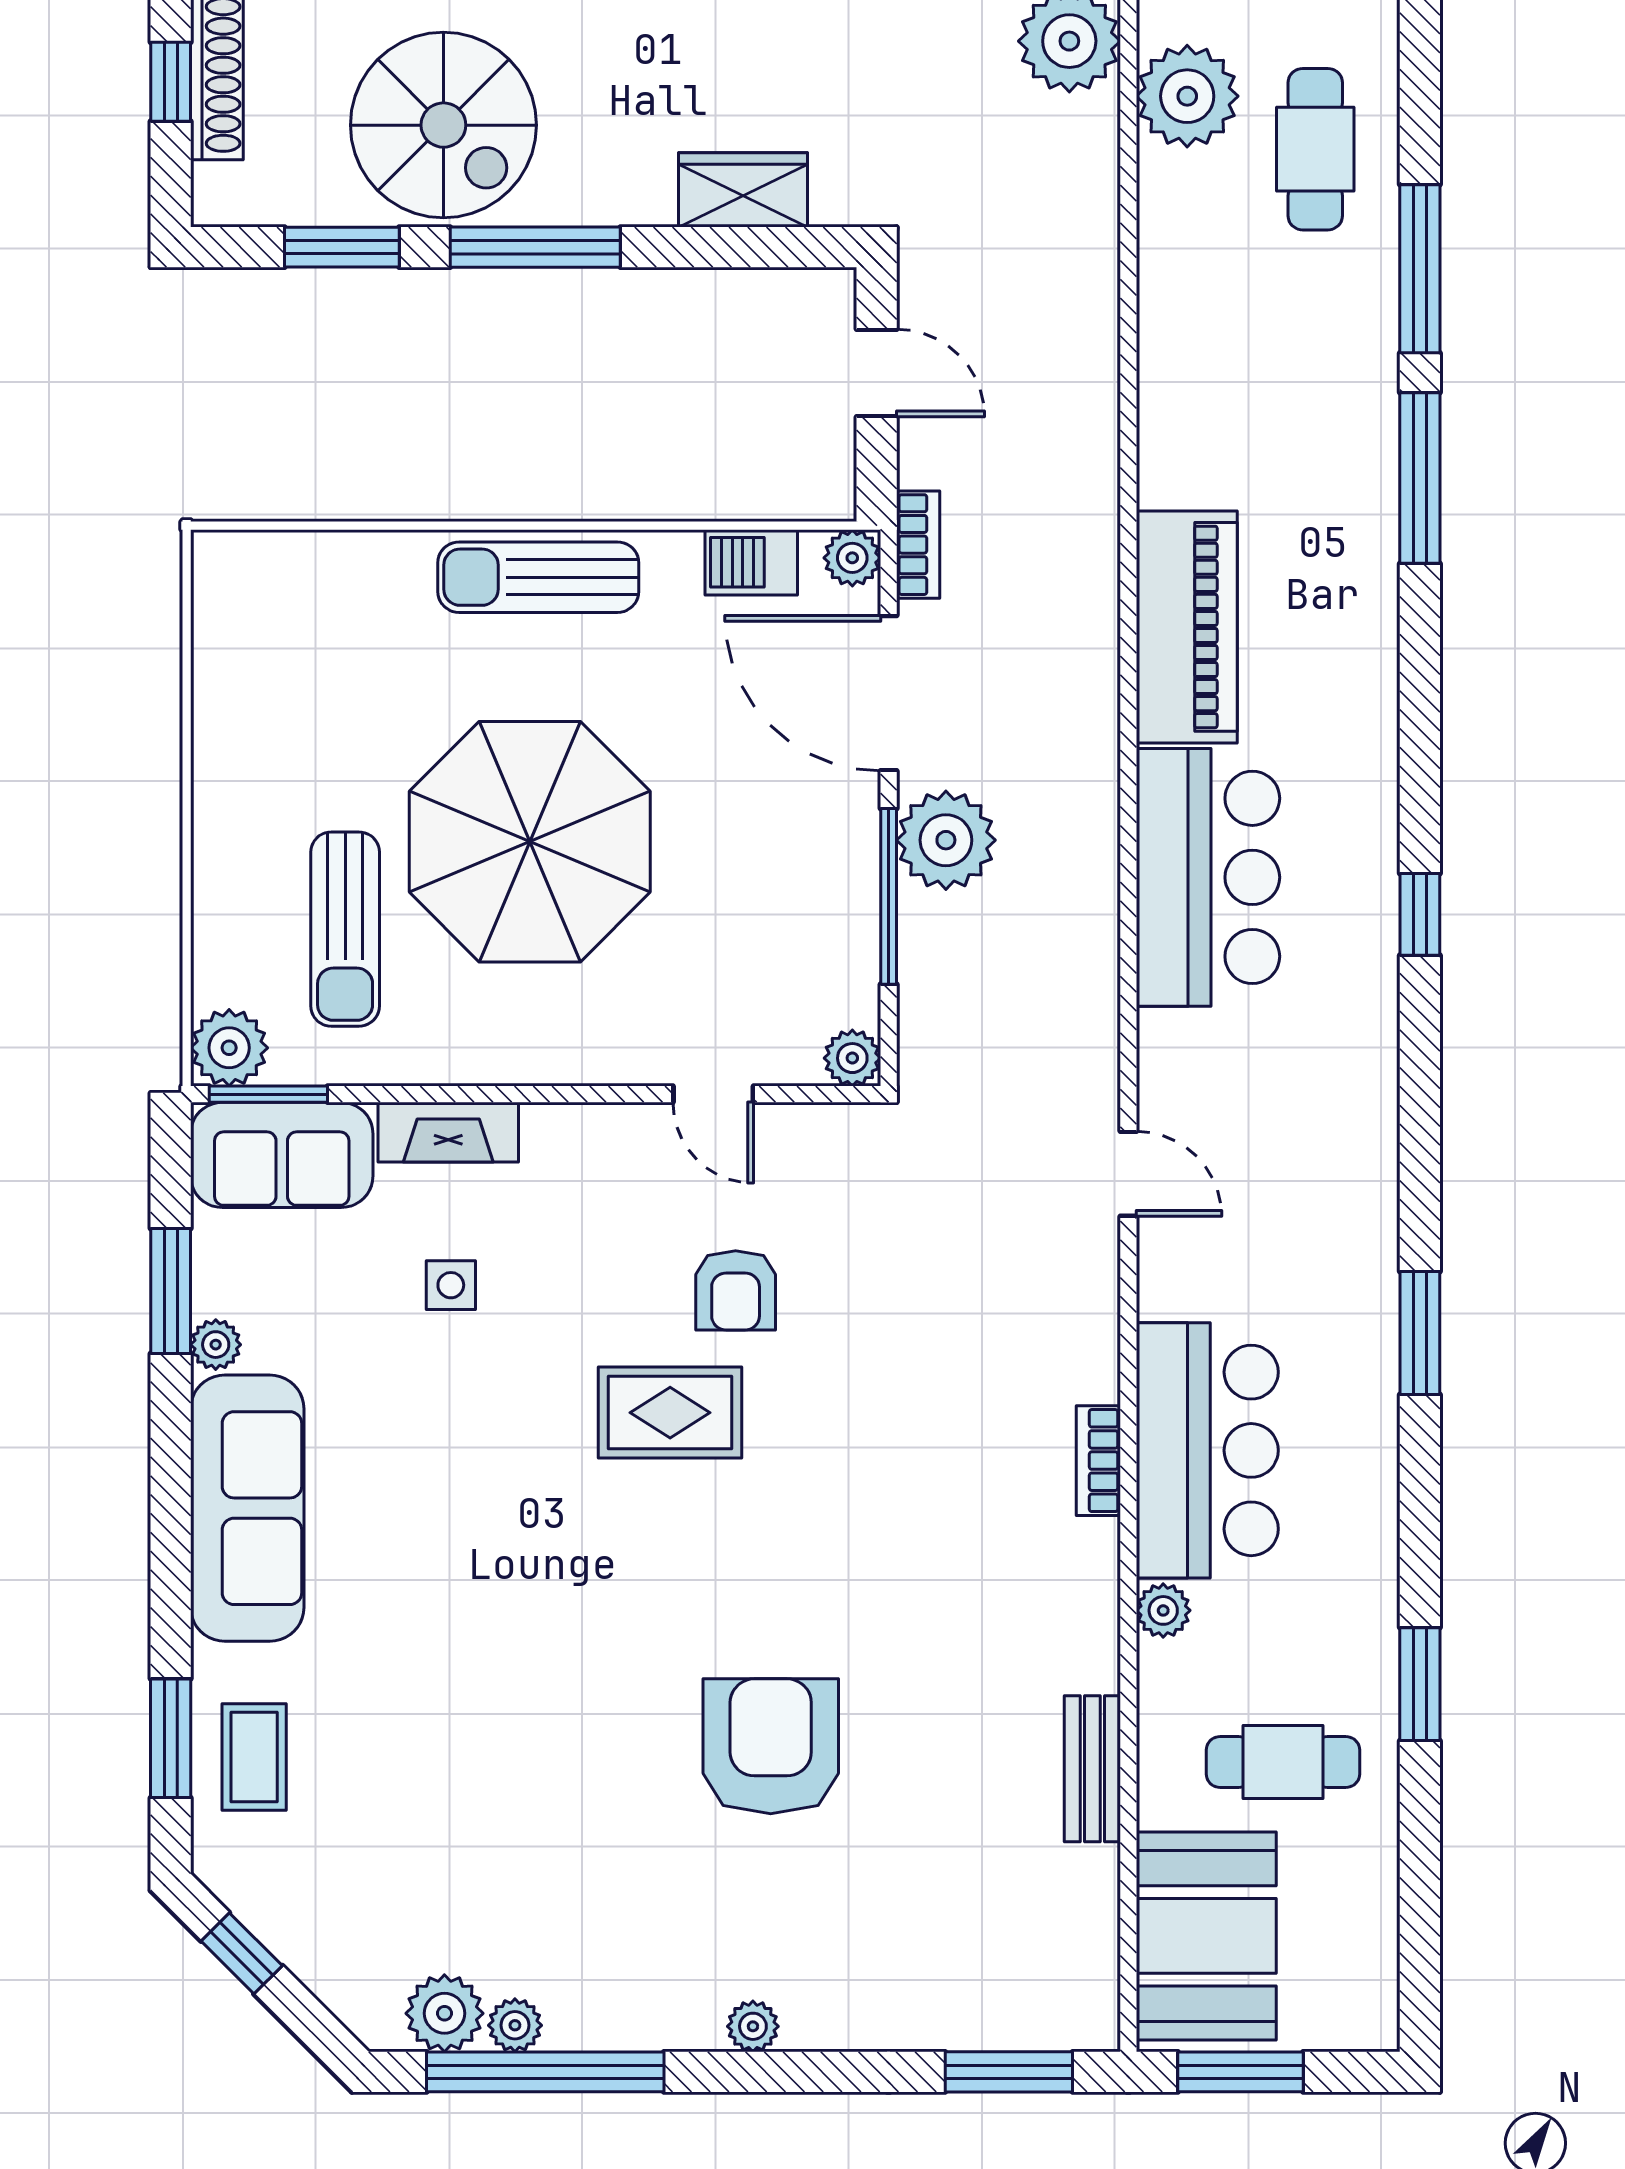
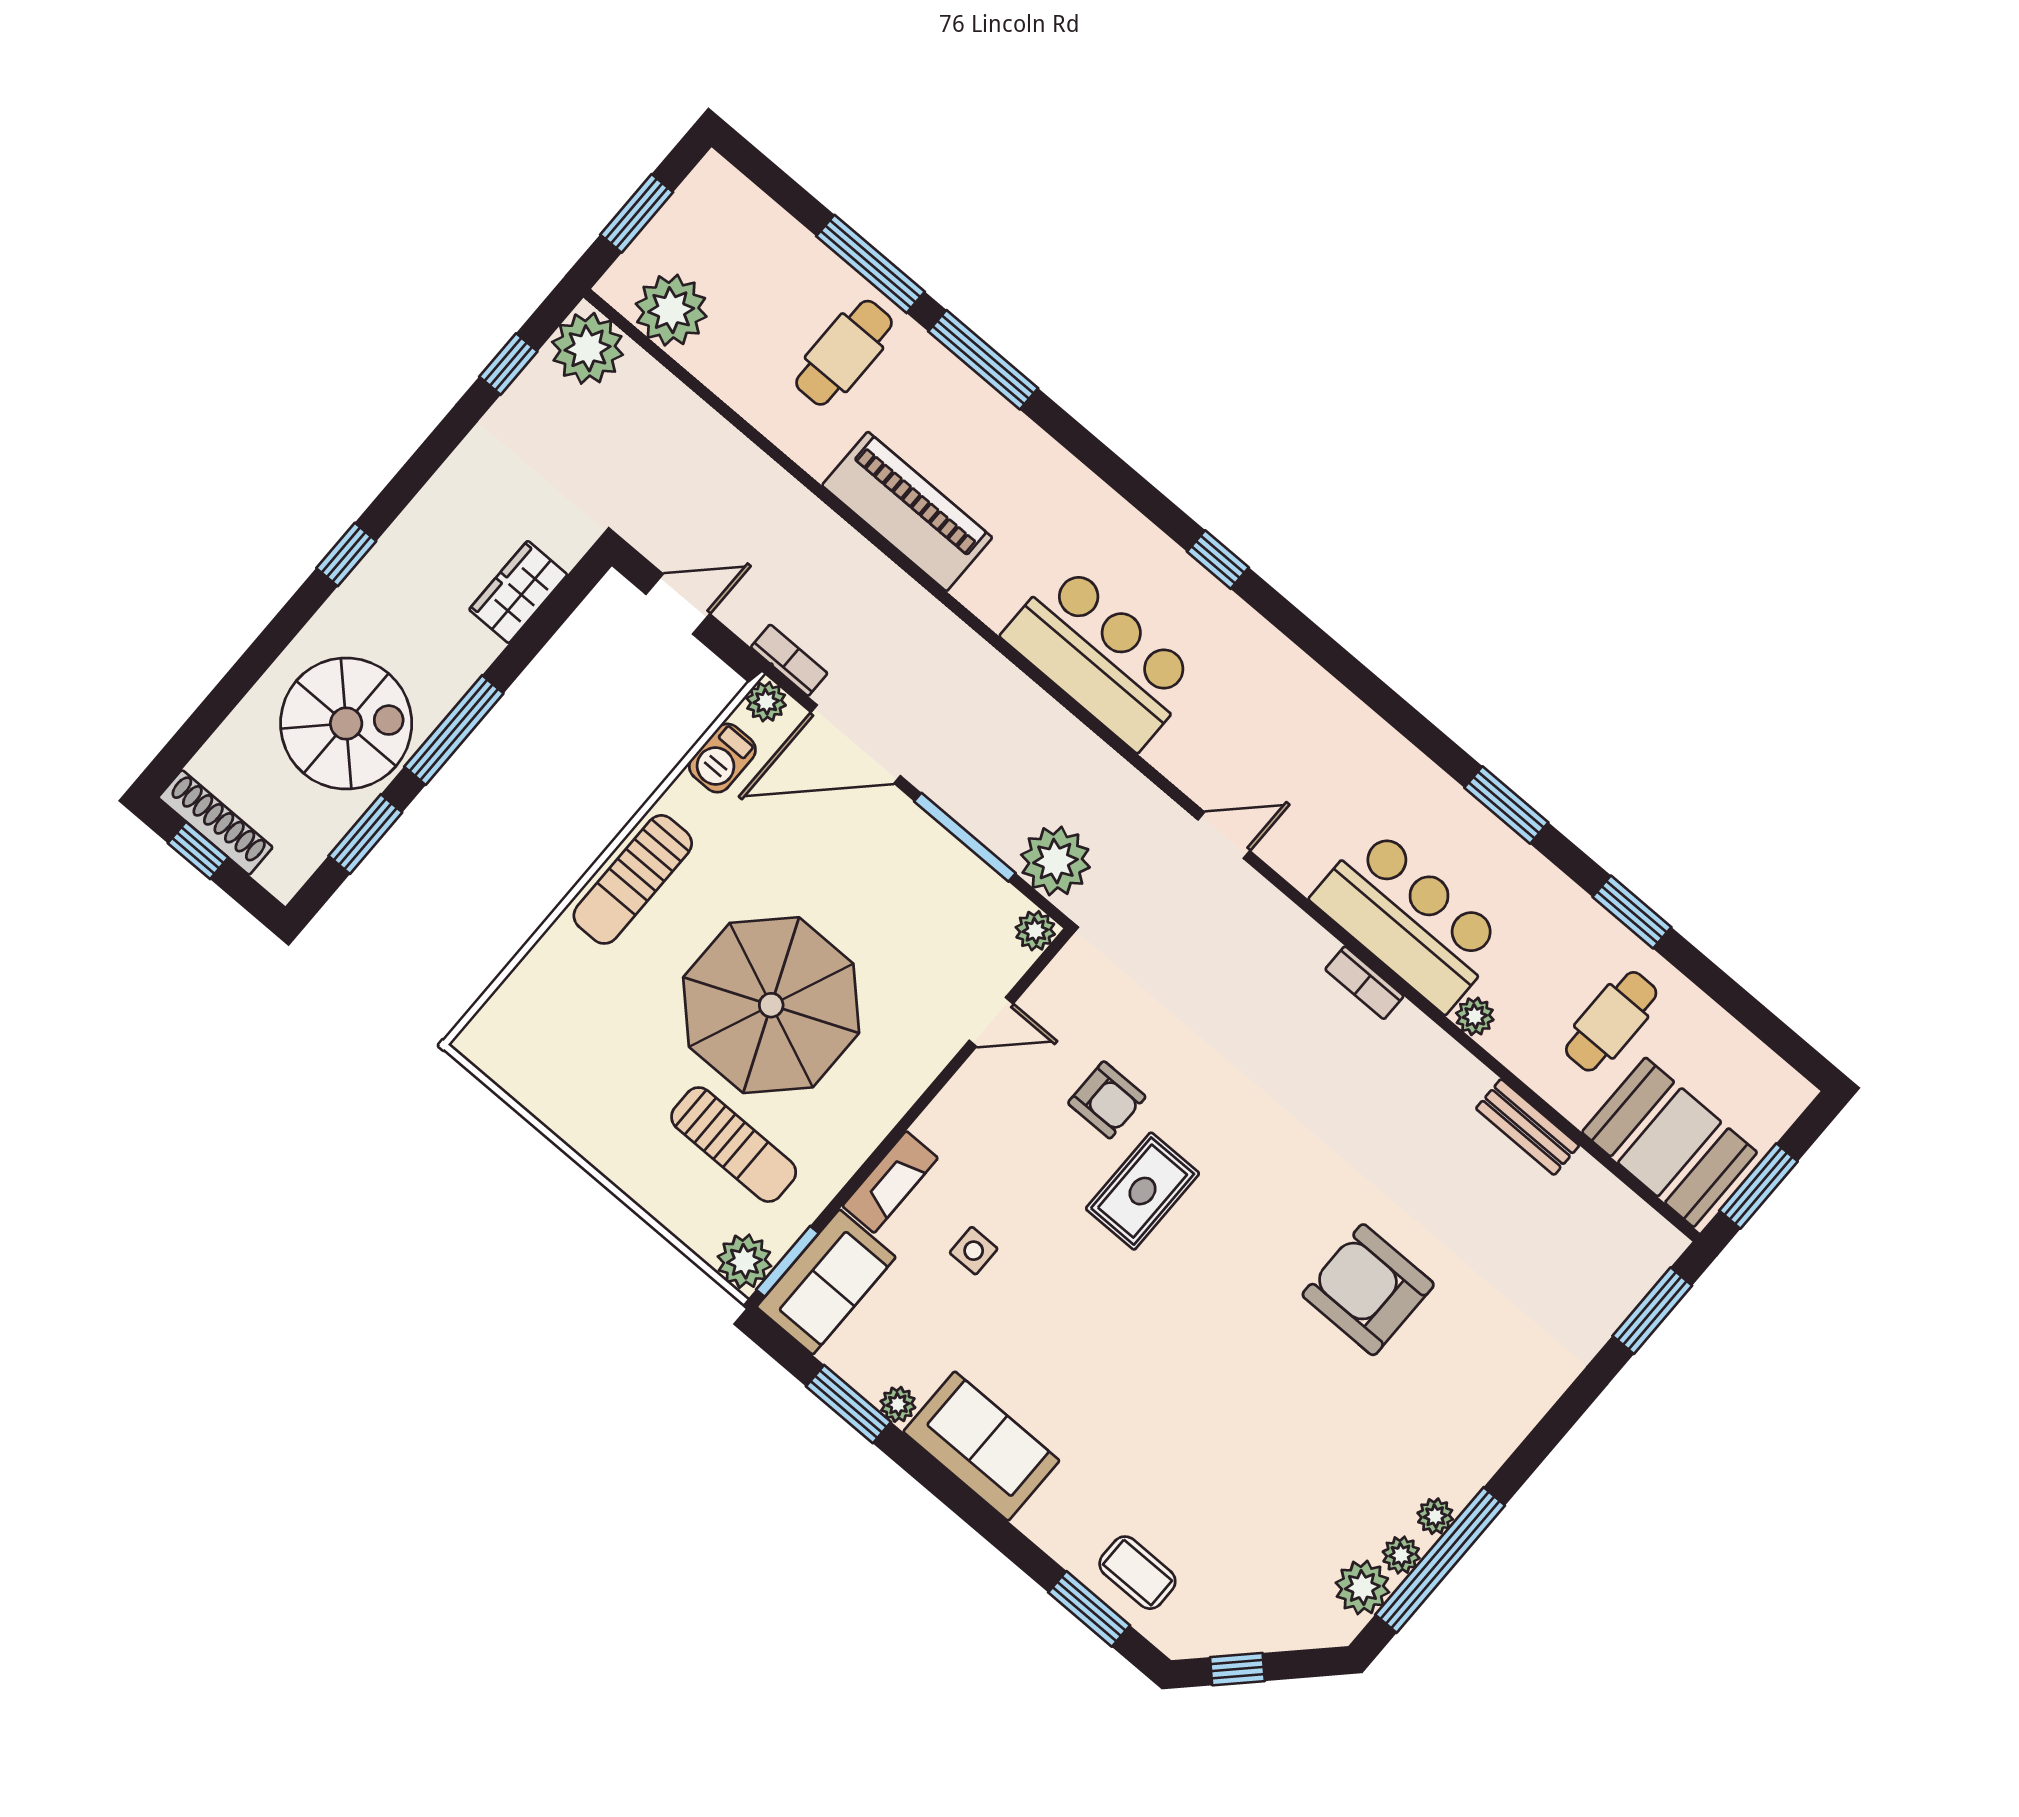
cafe table: (1315, 149) -> (844, 353), moved, turned 90
piano: (1187, 627) -> (907, 511), moved
plant: (946, 840) -> (1055, 861), moved
window: (1420, 1333) -> (1506, 805), moved
sofa: (247, 1508) -> (981, 1446), width x0.73
plant: (753, 2026) -> (1435, 1516), moved

